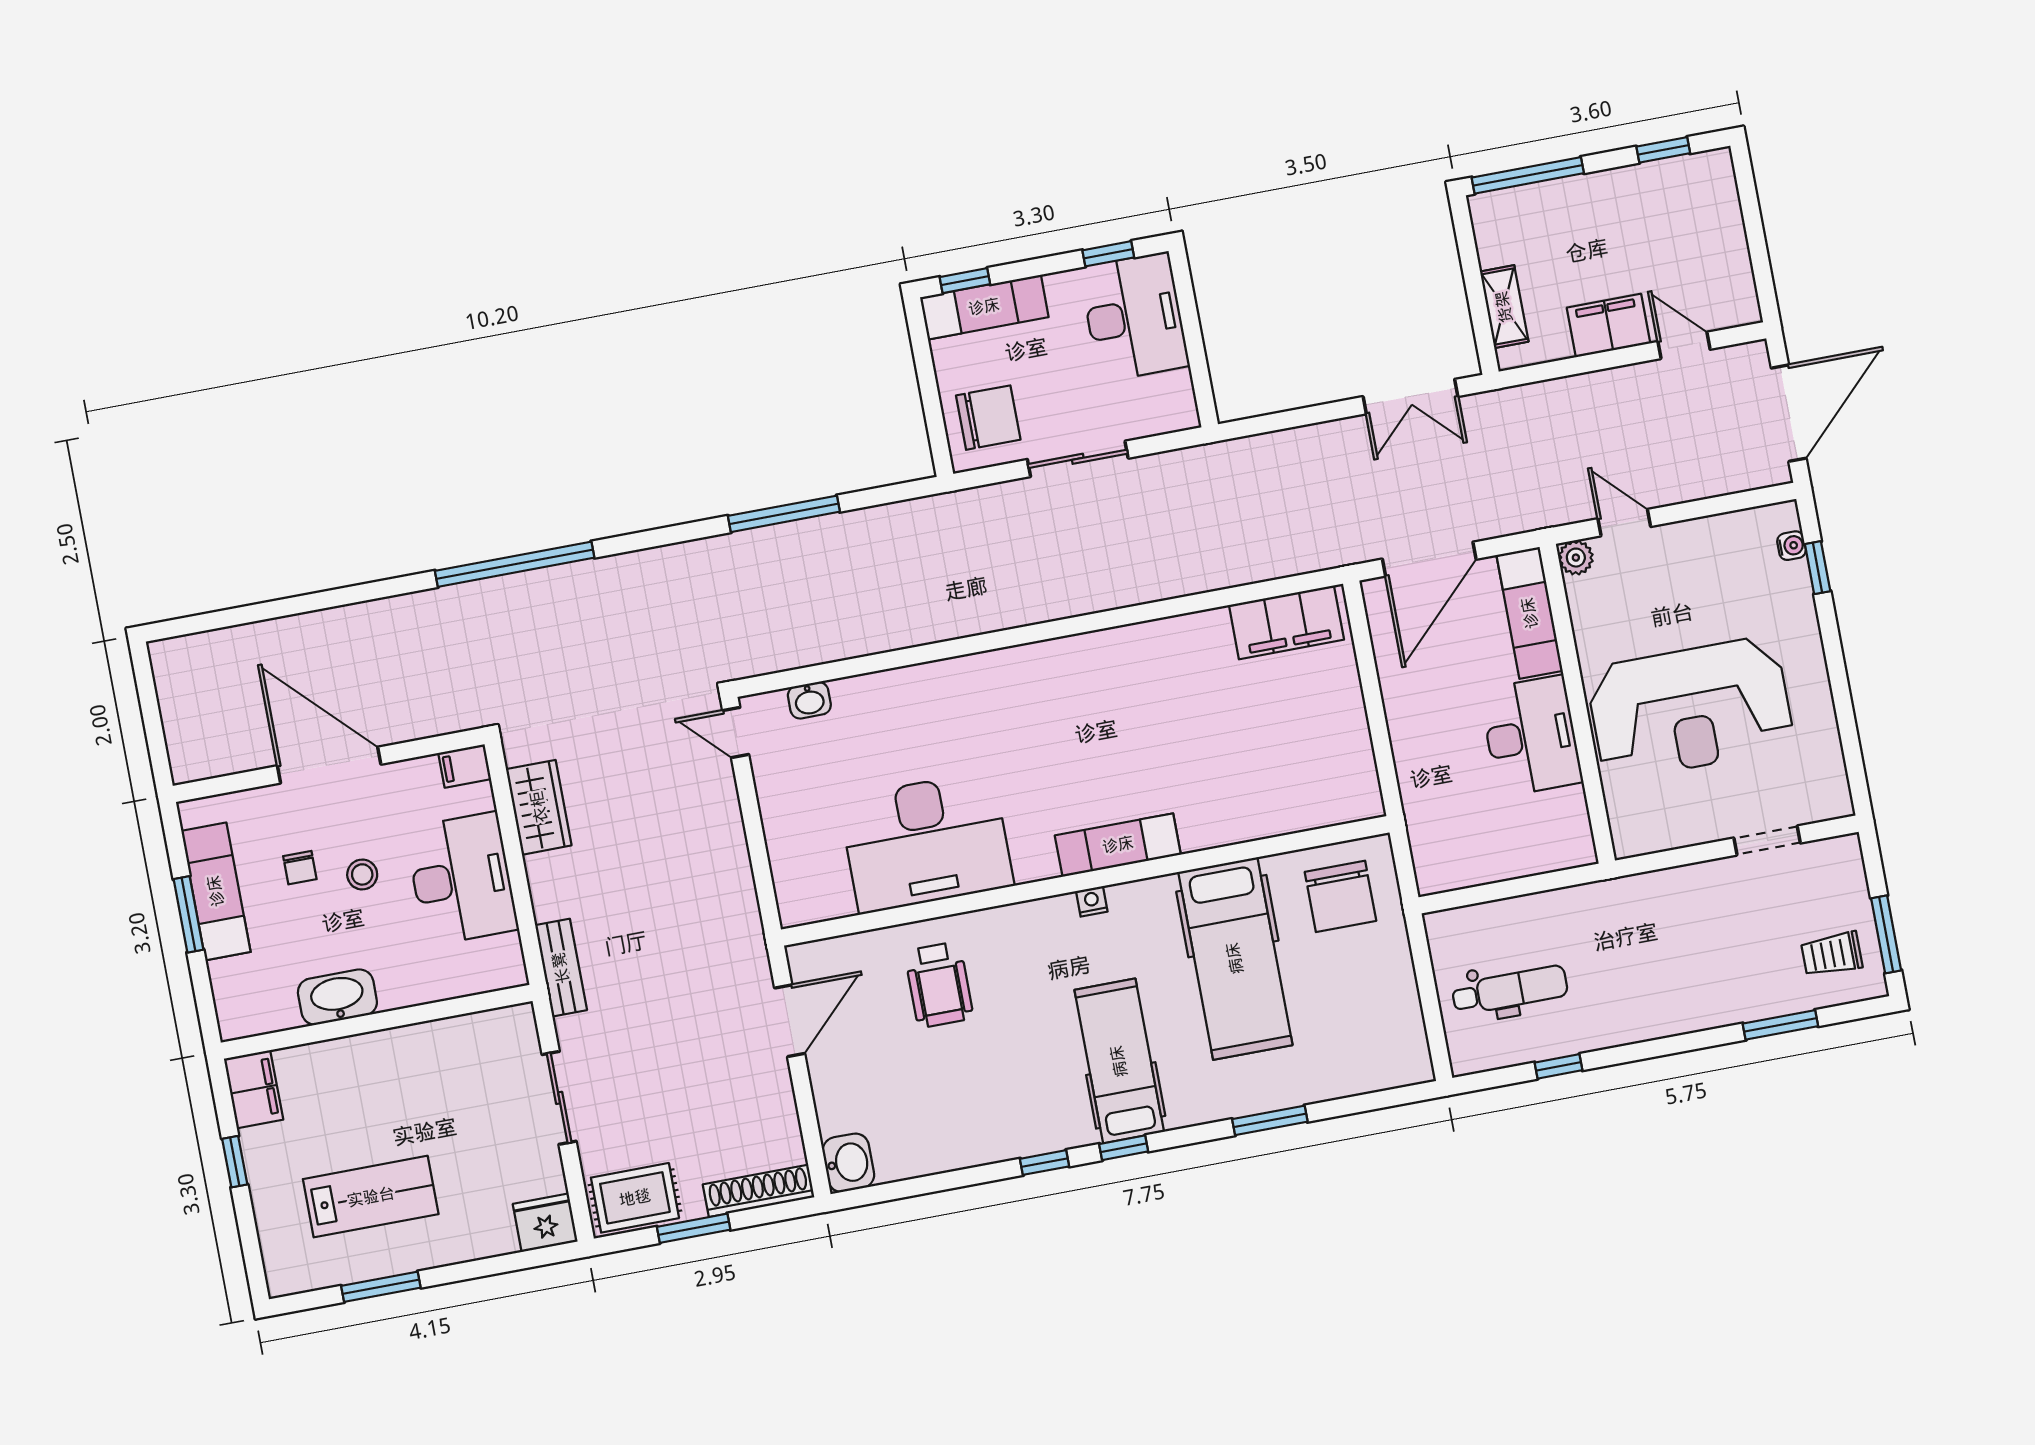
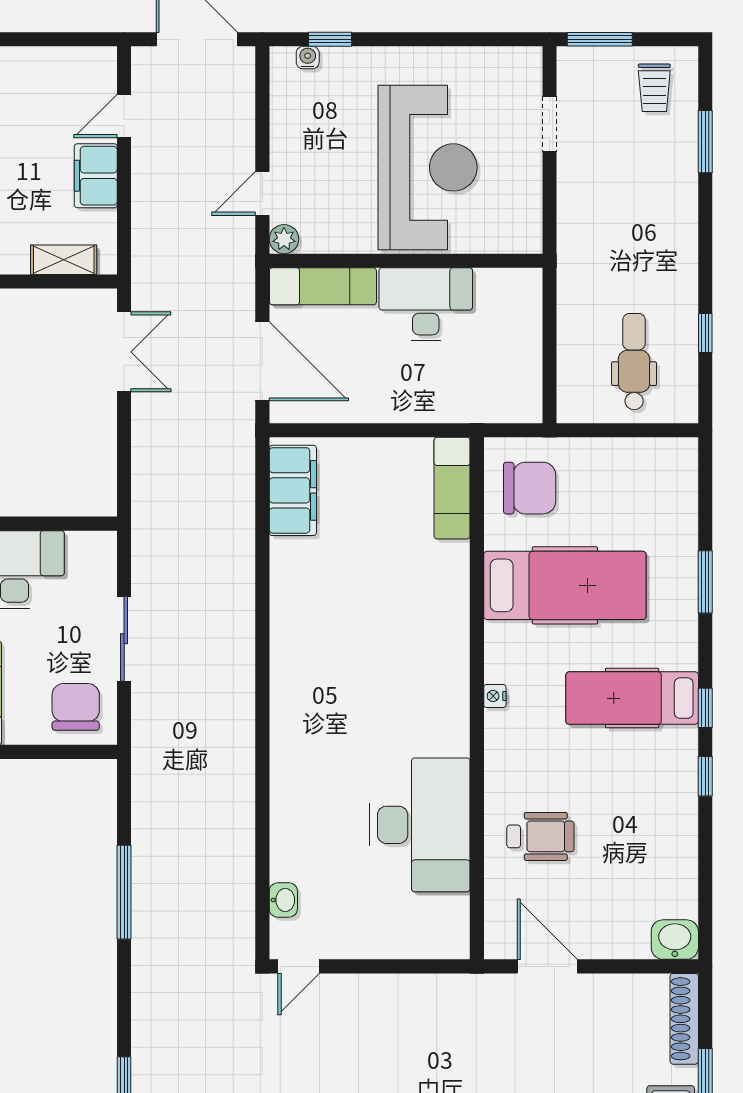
exam couch: (1118, 845) -> (452, 488), moved
window: (1886, 934) -> (600, 39), moved

